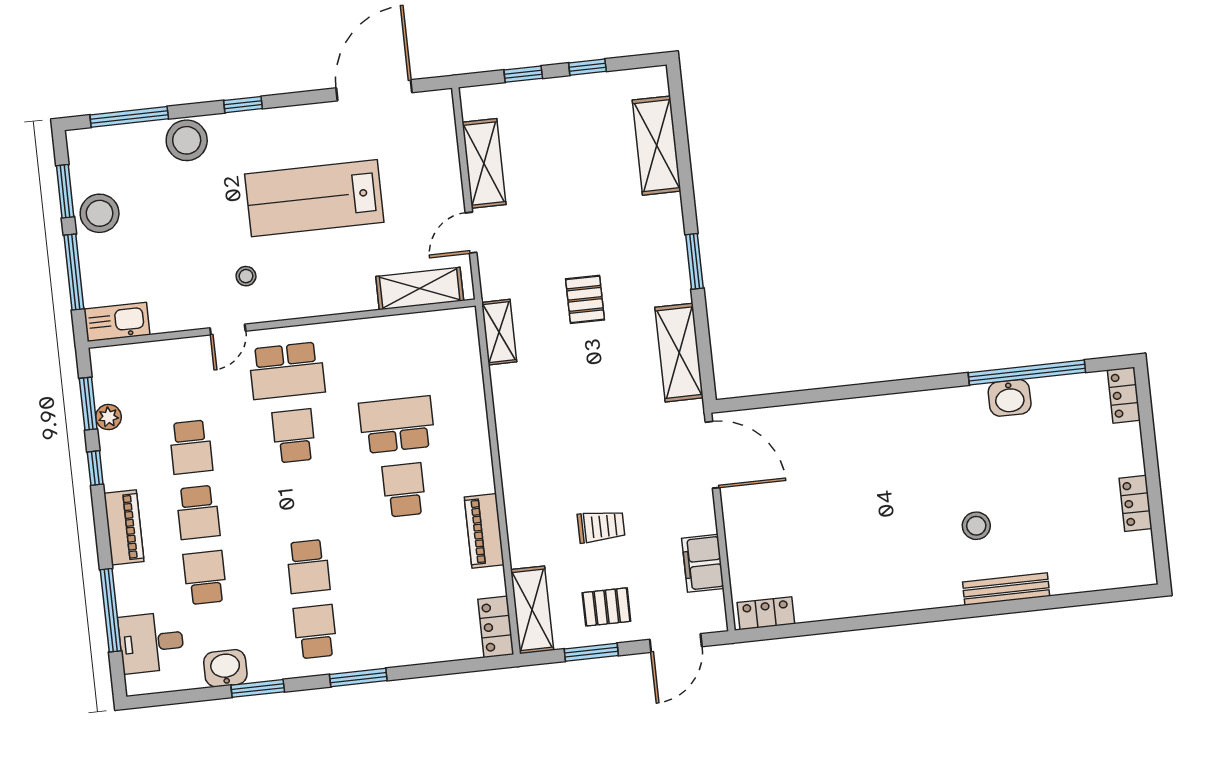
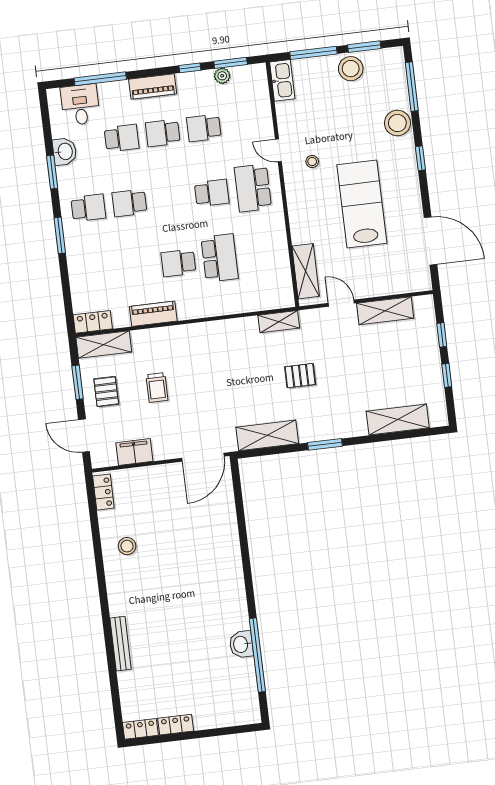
locker: (1124, 395) -> (140, 729), moved
school desk: (404, 490) -> (178, 263), turned 180
stool: (976, 526) -> (127, 546), moved

